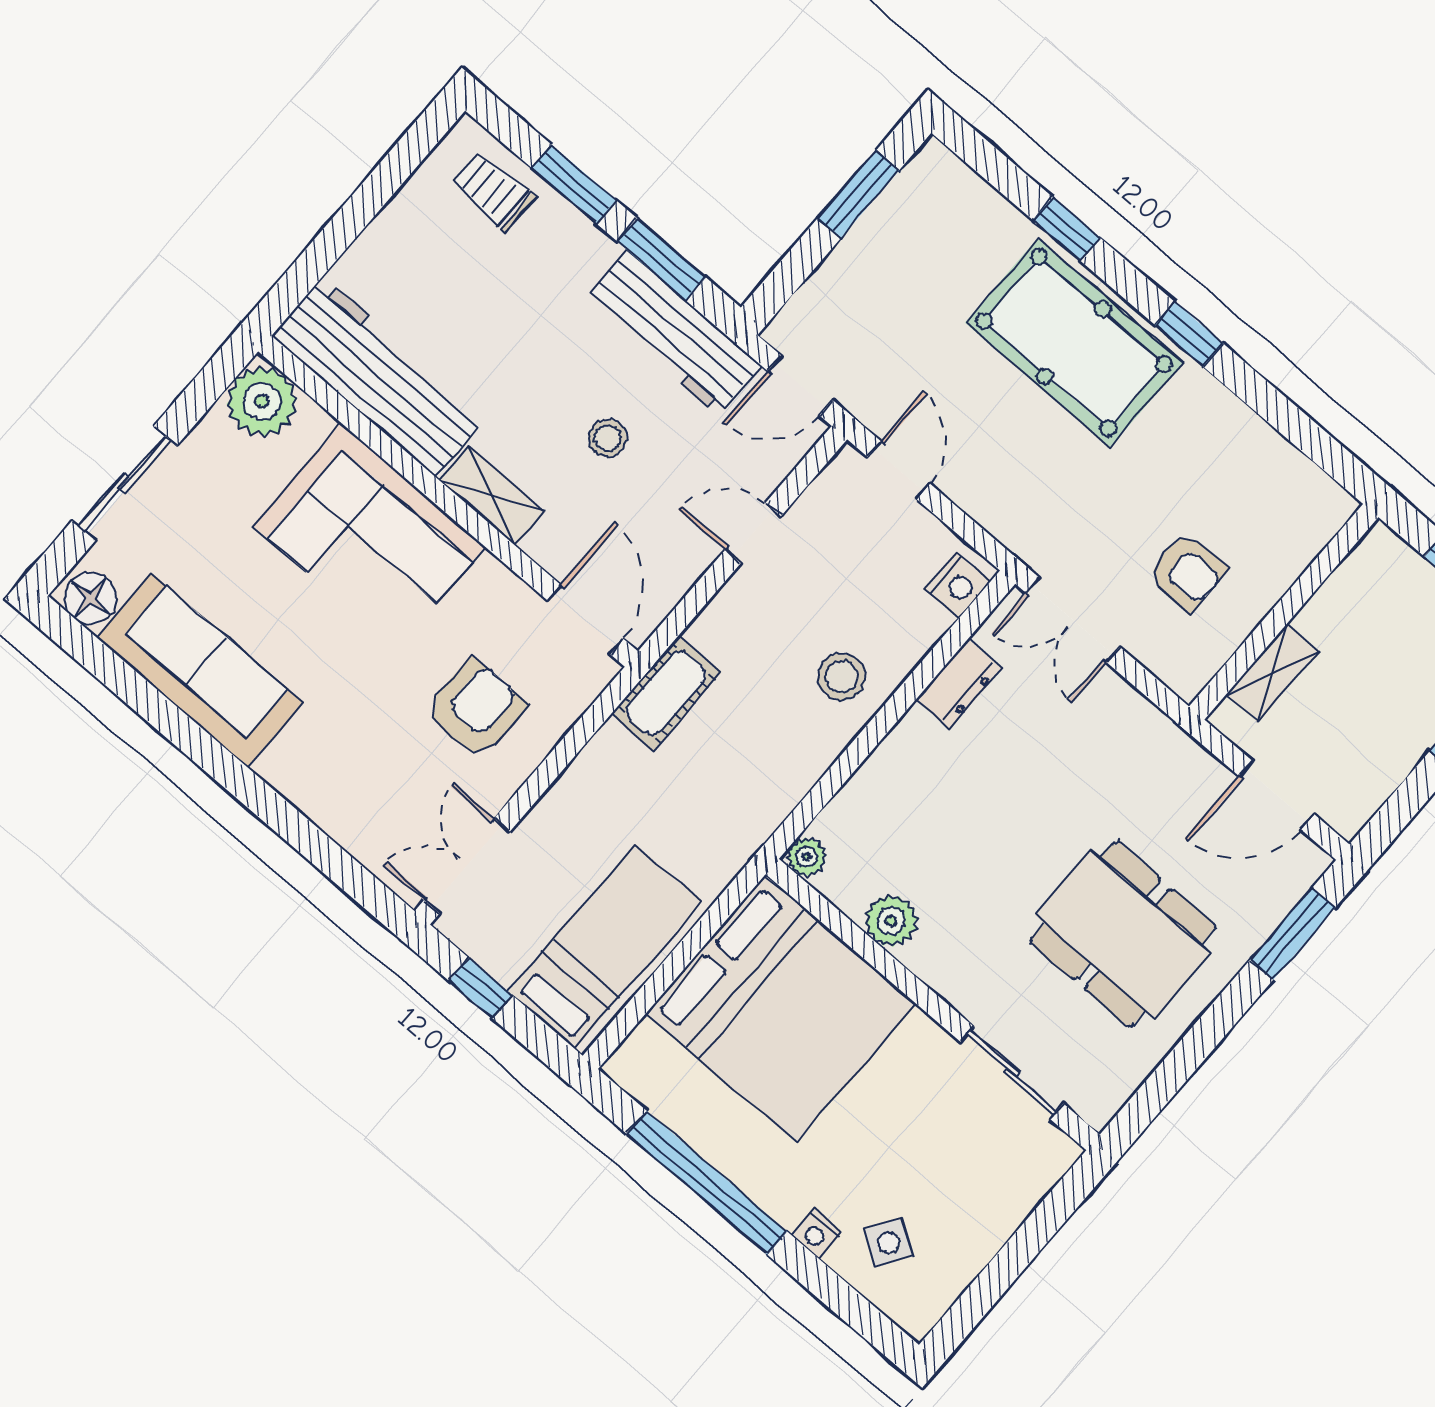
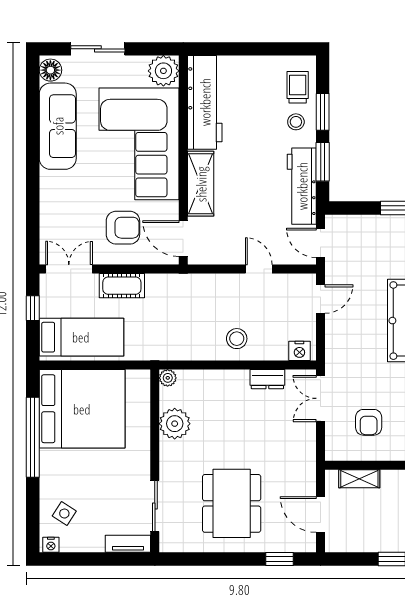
stool: (608, 438) -> (296, 122), moved
shelving: (492, 496) -> (201, 184), width x1.50, depth x1.33
corner sofa: (369, 536) -> (139, 144), width x1.36, depth x1.36
door: (586, 620) -> (183, 239), swing flipped
cot: (666, 693) -> (122, 286), moved
plant: (891, 921) -> (175, 424), width x1.36, depth x1.36
window: (1293, 934) -> (280, 559), width x0.67
bed: (780, 1009) -> (82, 409), moved, turned -90
tv unit: (1037, 1177) -> (128, 544), added
nightstand: (816, 1234) -> (51, 545), moved, turned -90

